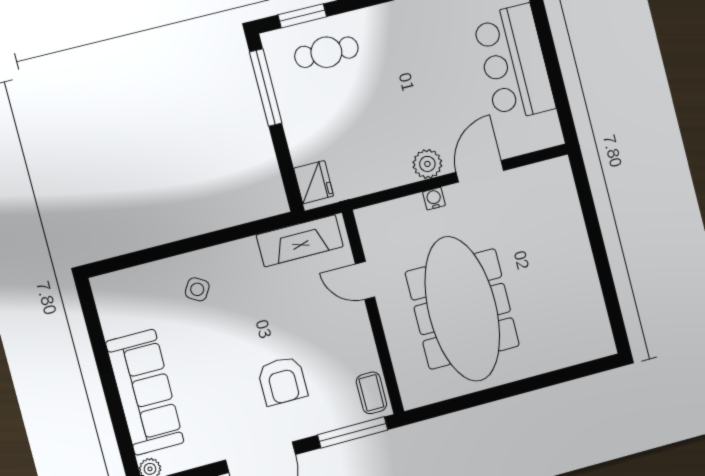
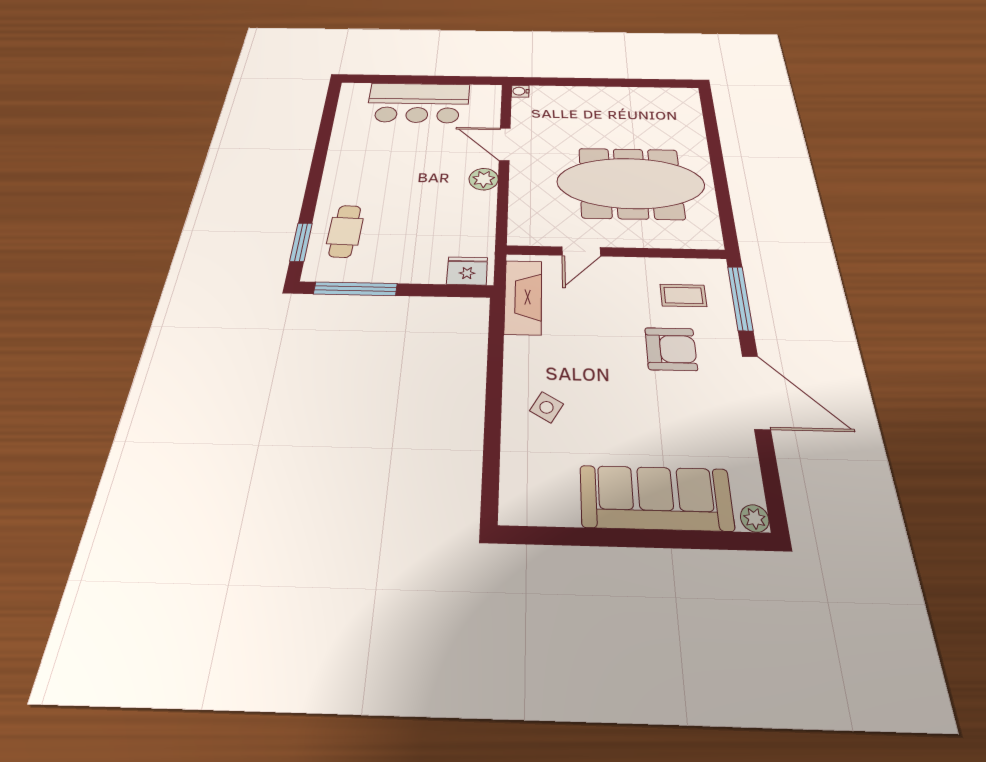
water cooler: (434, 199) -> (520, 91), moved
coffee table: (371, 393) -> (683, 295), moved

